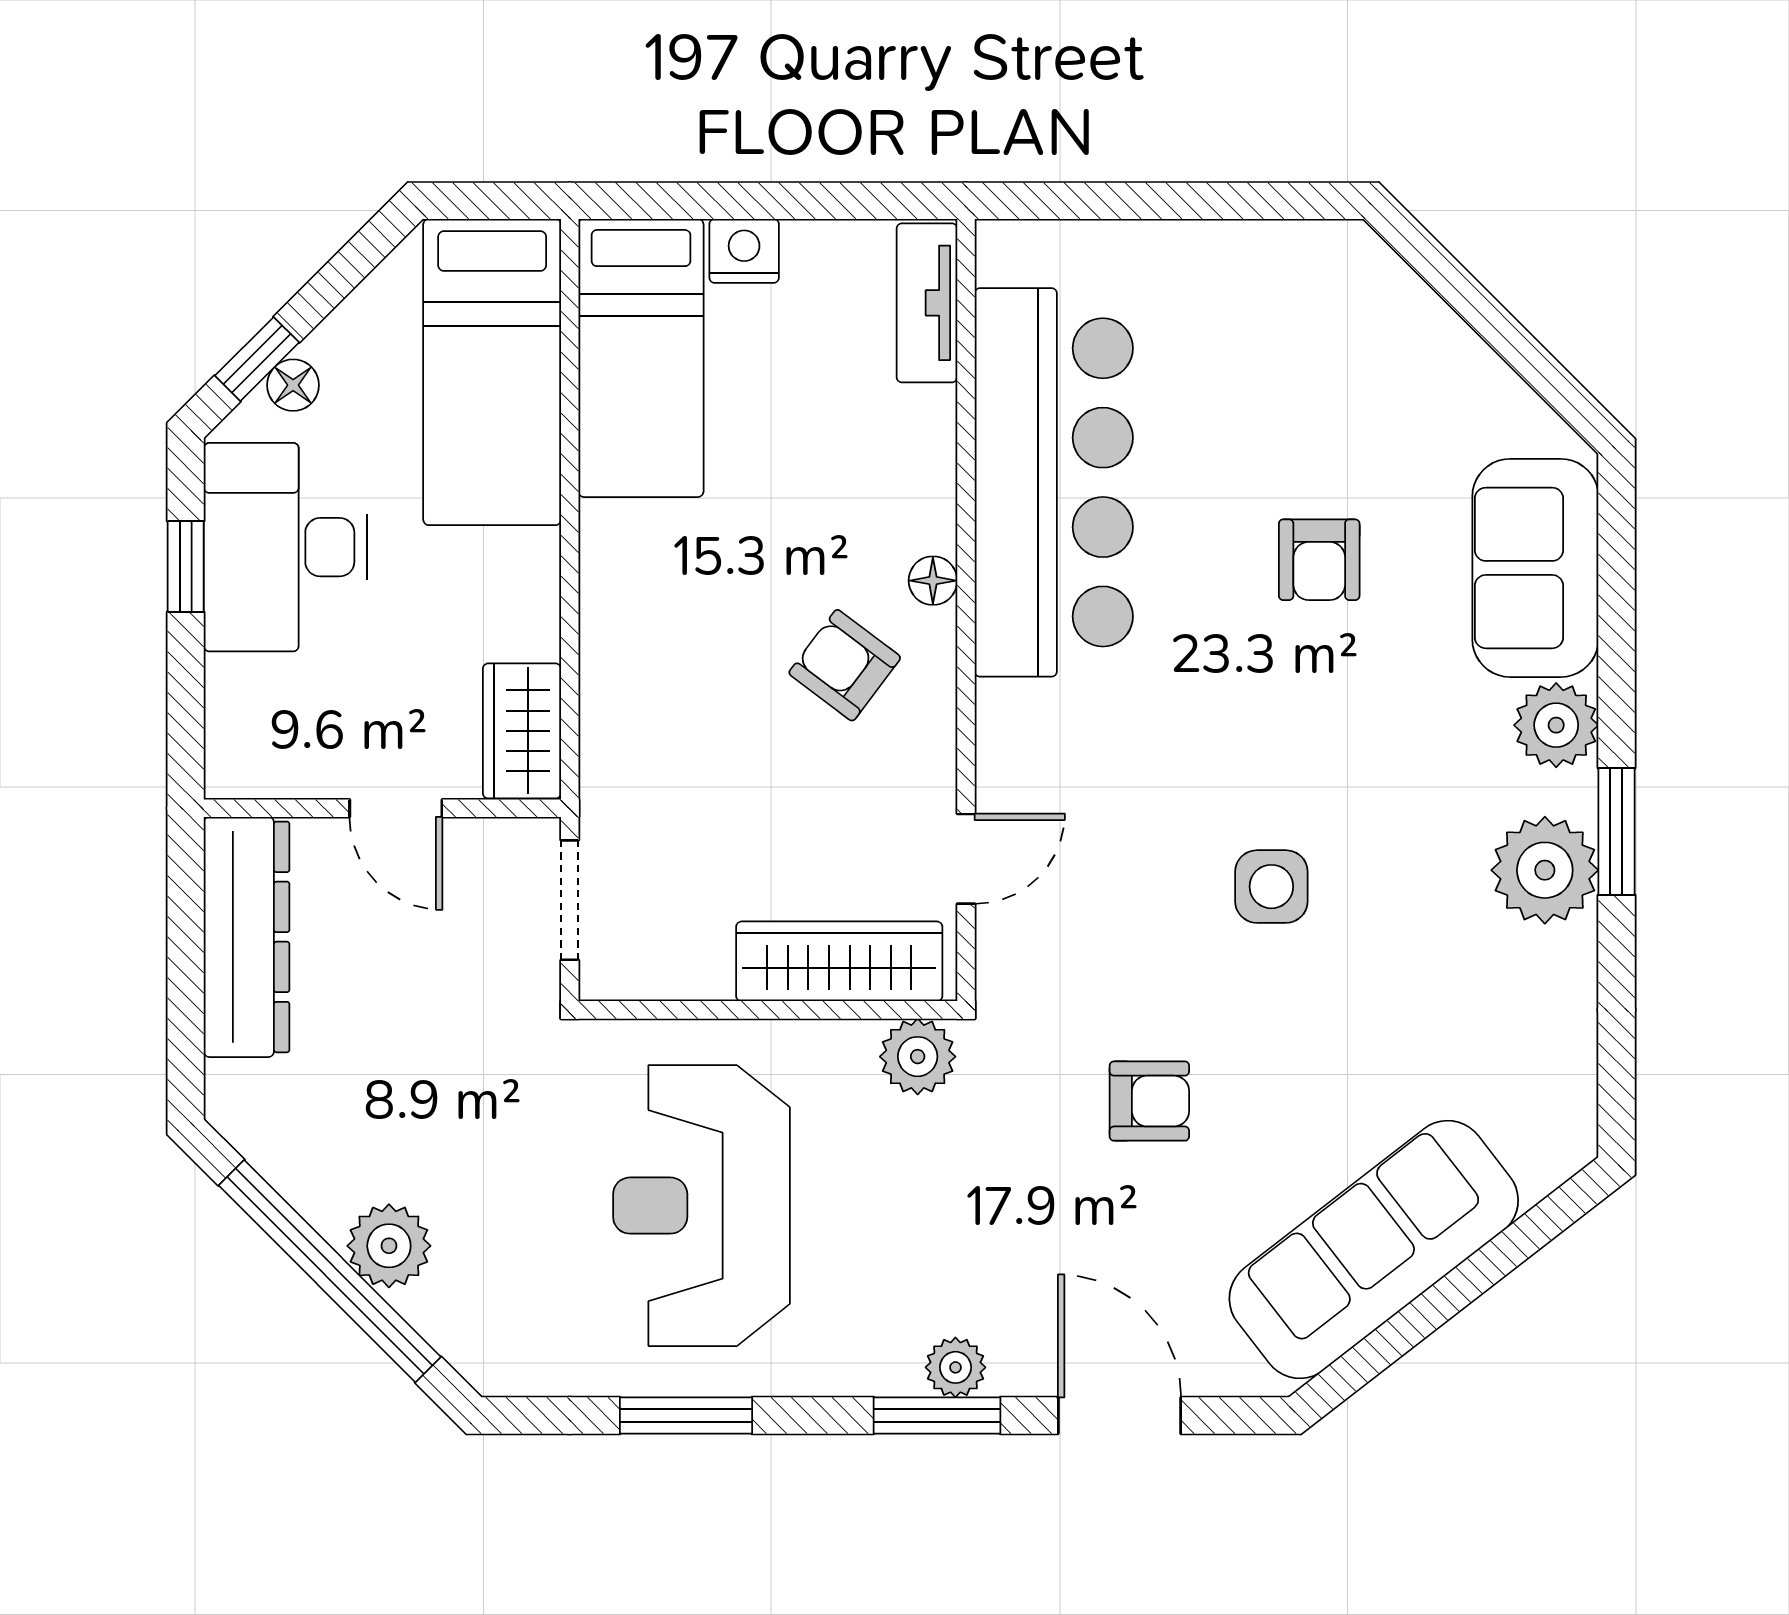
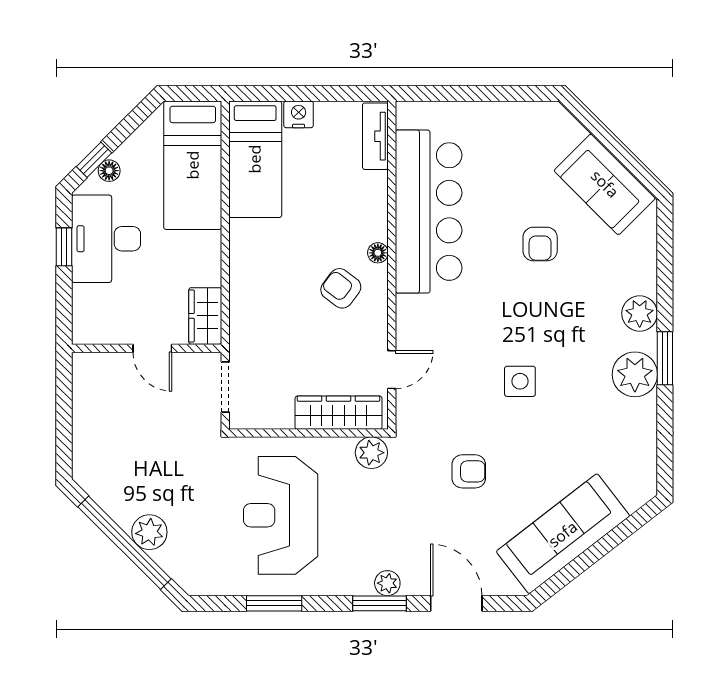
sofa: (1535, 568) -> (605, 184), moved, turned -45
dresser: (247, 937) -> (90, 402), removed

